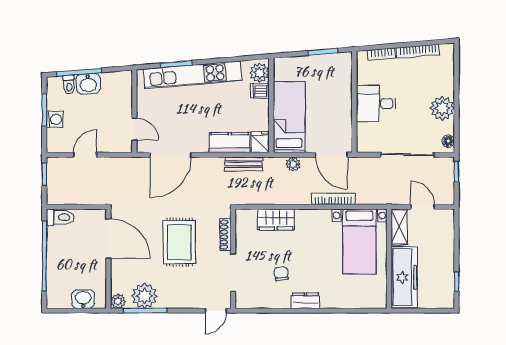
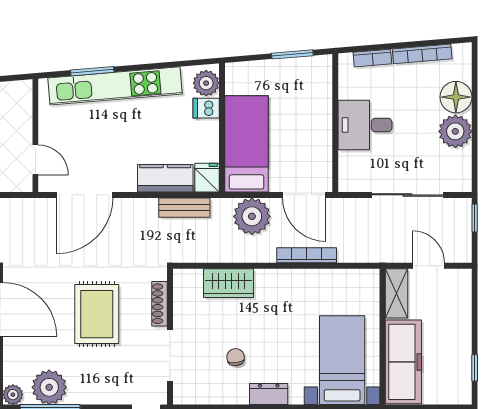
floor lamp: (448, 141) -> (456, 97), moved, width x1.89, depth x1.89
plant: (293, 164) -> (252, 216), width x1.87, depth x1.87
bed with nightstands: (359, 241) -> (342, 360), moved, turned 180

